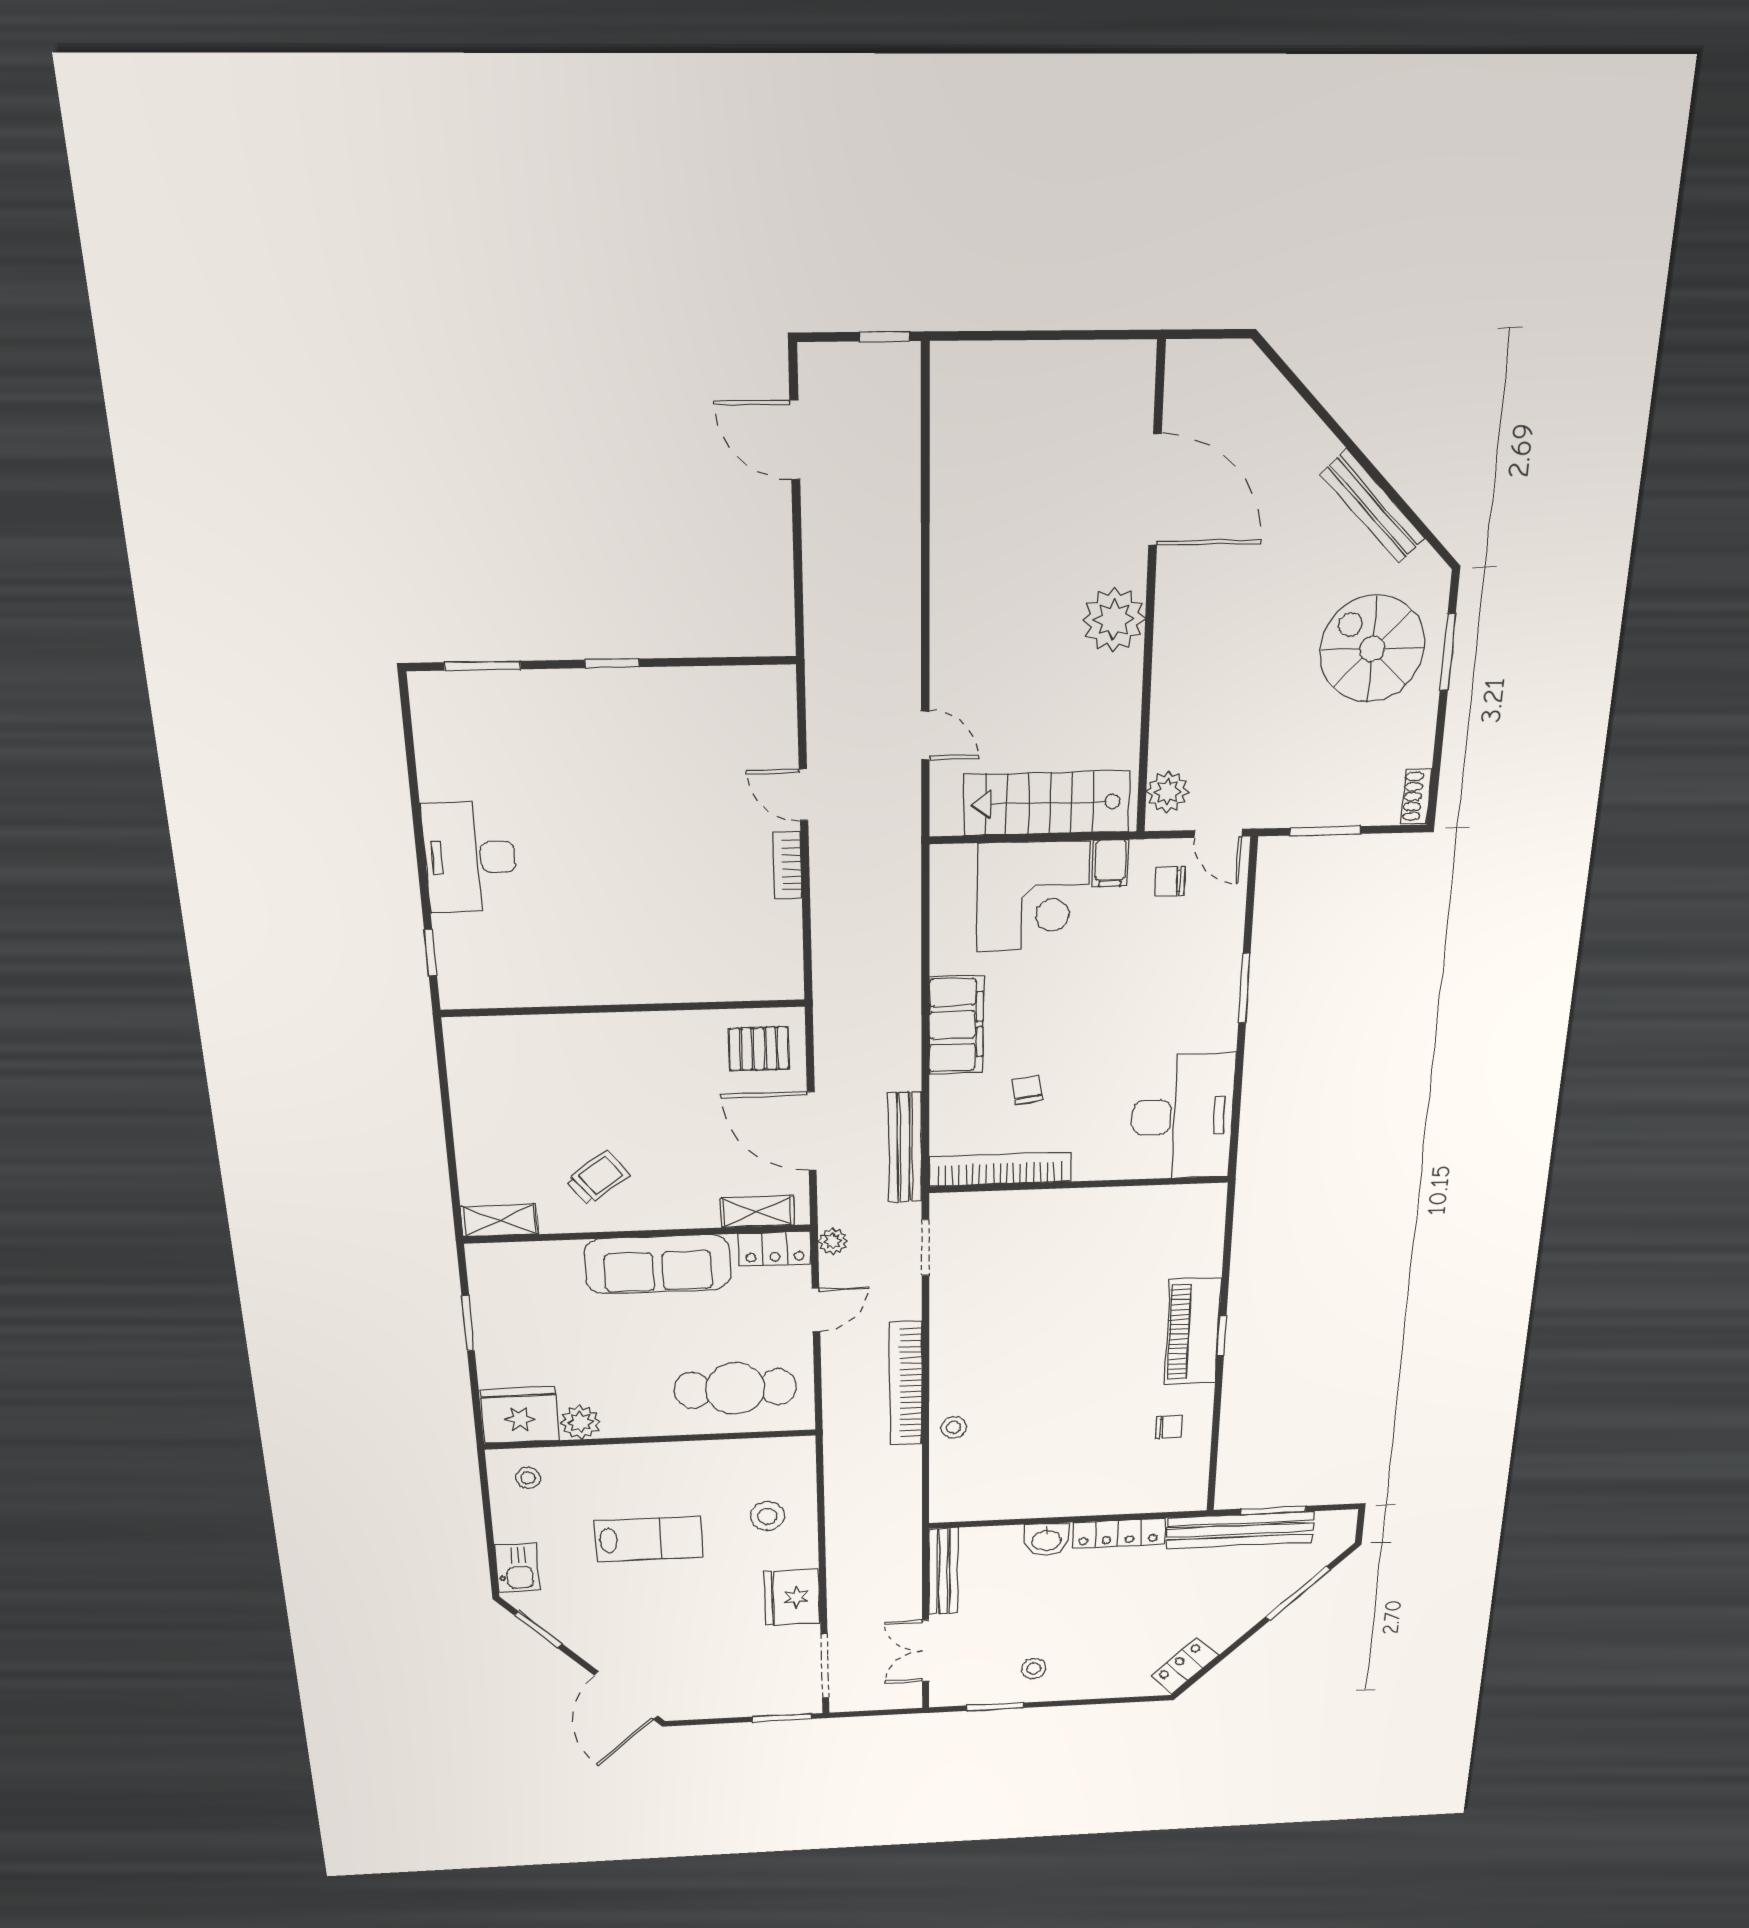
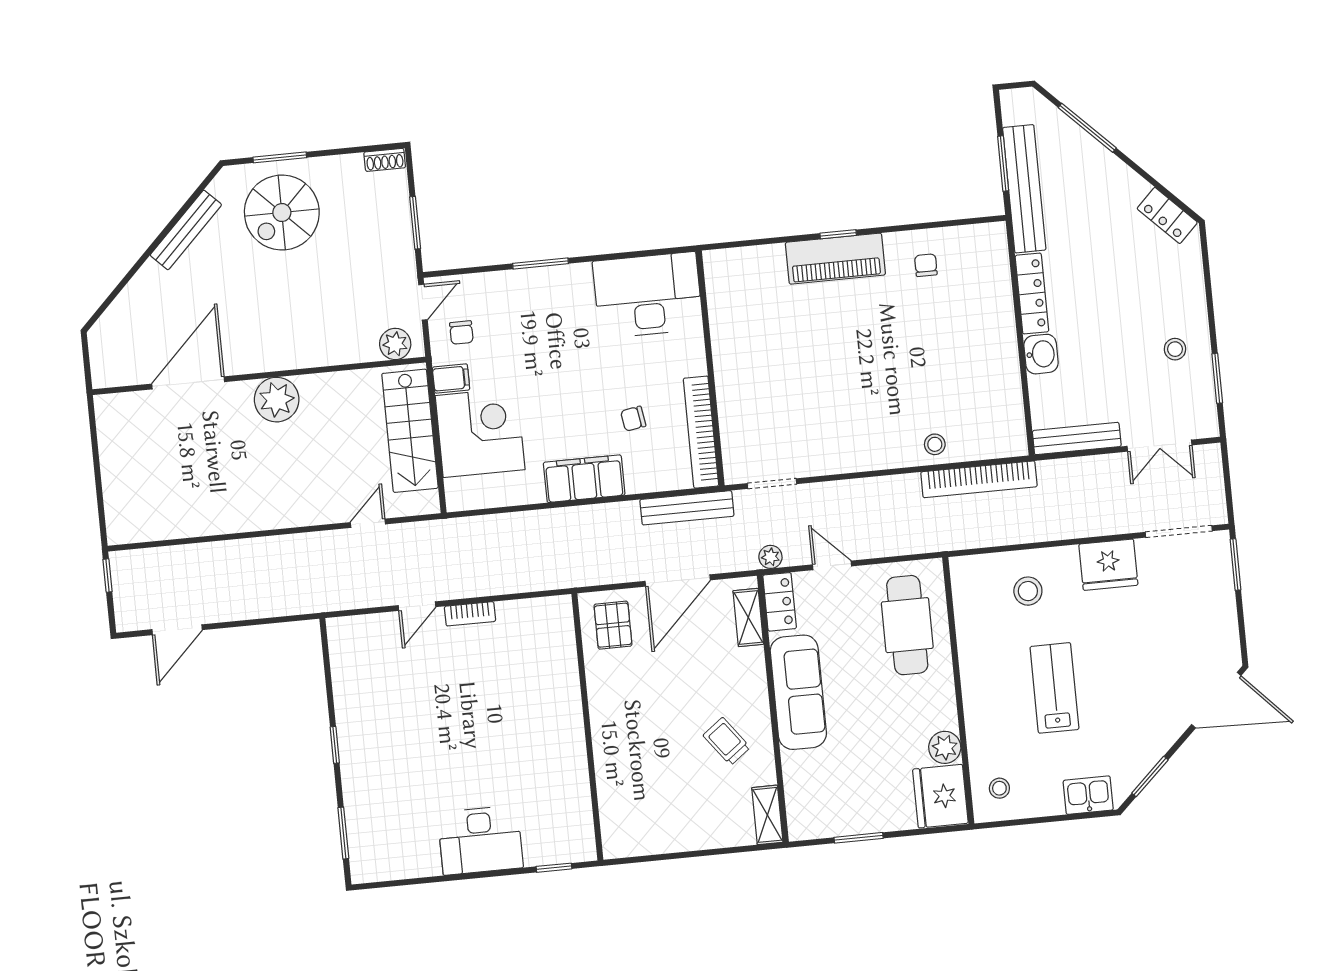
bookcase: (906, 1383) -> (979, 479), moved

